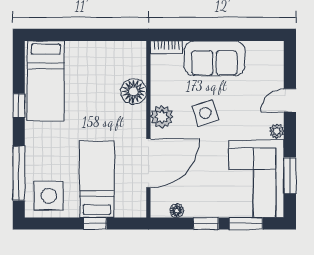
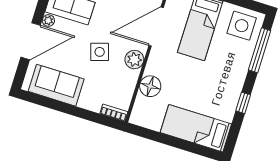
sofa: (214, 58) -> (56, 85), moved
bed: (46, 81) -> (196, 128), moved, turned -90
door: (290, 100) -> (31, 41), width x1.88

